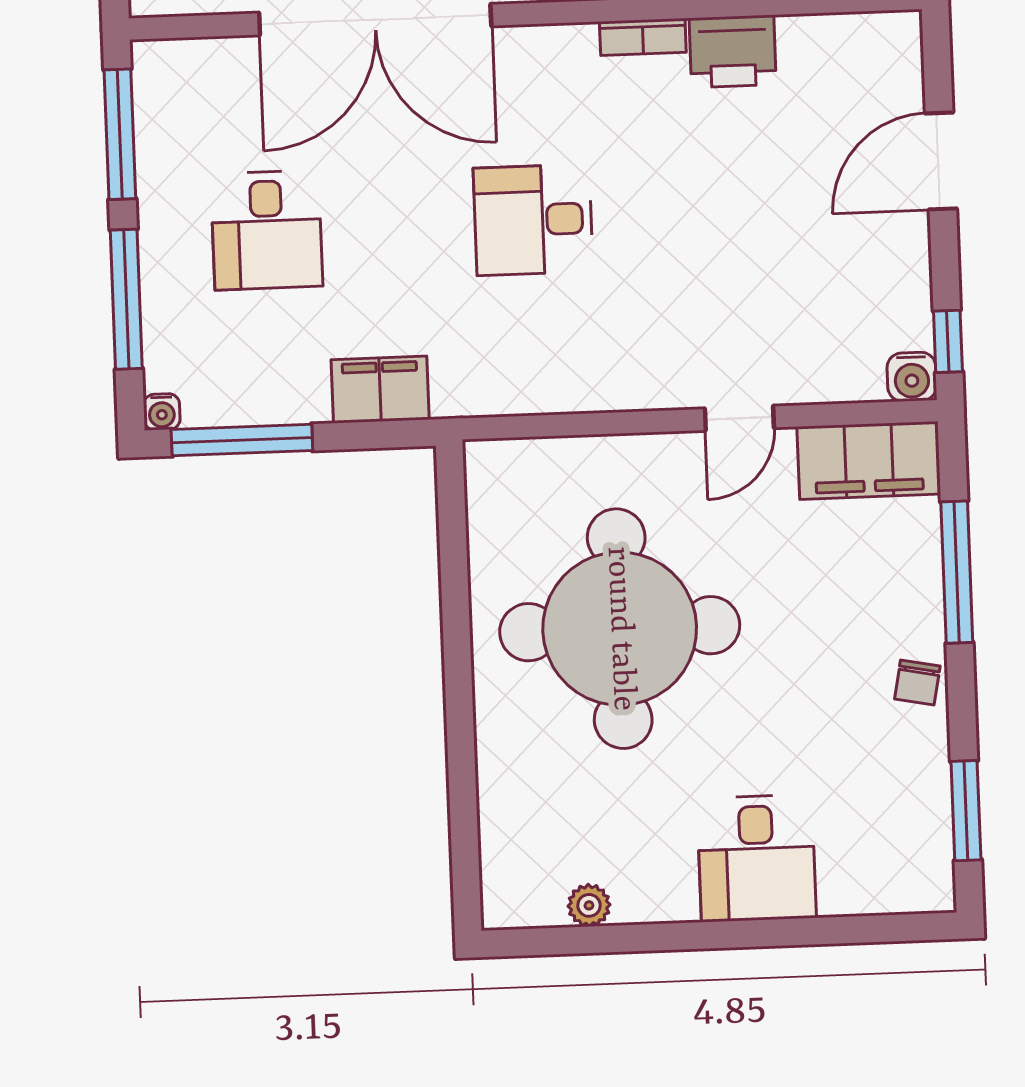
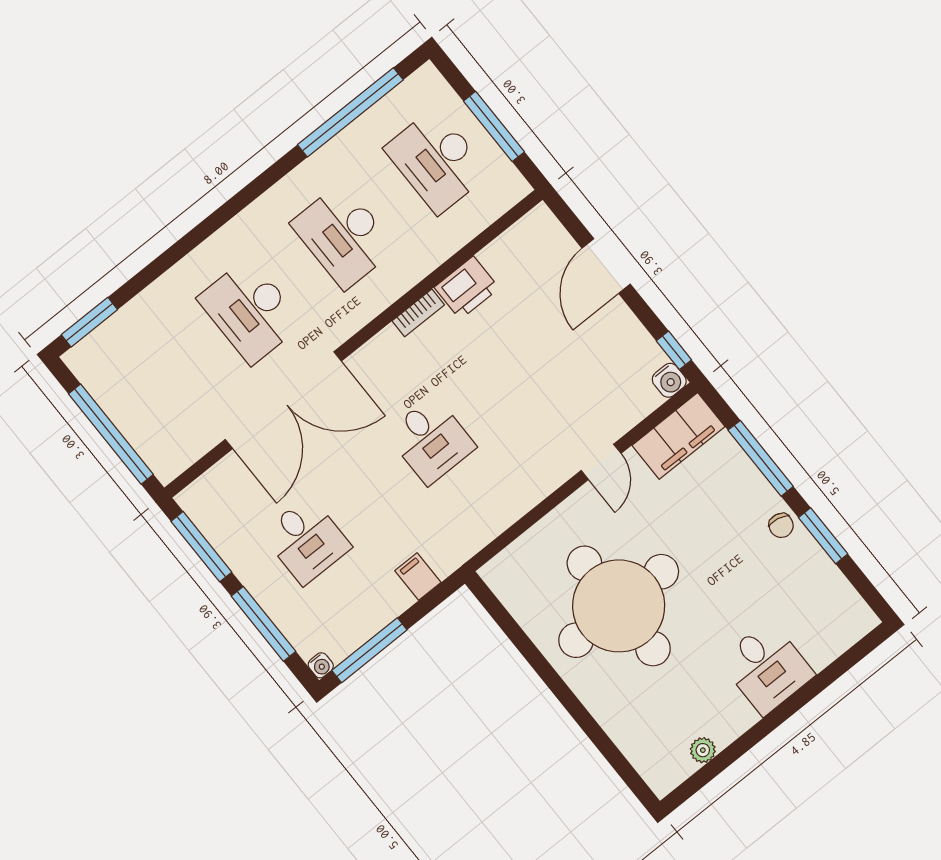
desk: (533, 220) -> (431, 440), turned -90
filing cabinet: (380, 390) -> (418, 577), width x0.50
window: (966, 811) -> (823, 536), moved

